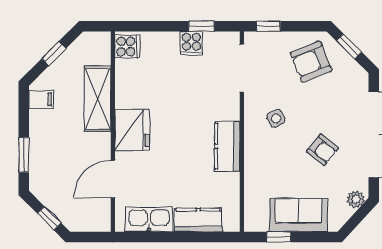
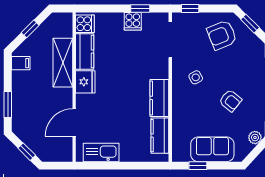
kitchen counter: (127, 84) -> (85, 52), added
fridge: (132, 130) -> (85, 82), width x0.73, depth x0.75
kitchen counter: (198, 220) -> (160, 136), moved, turned -90

